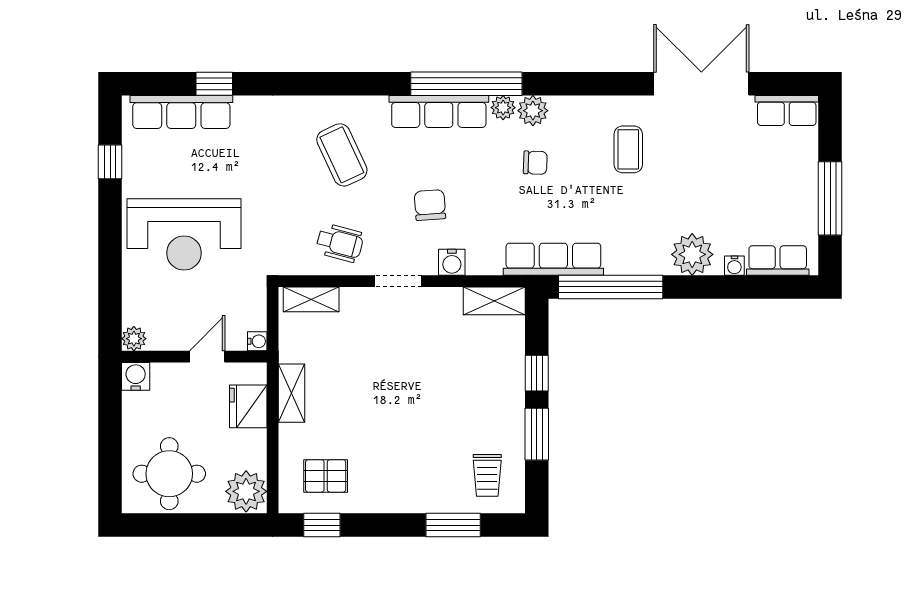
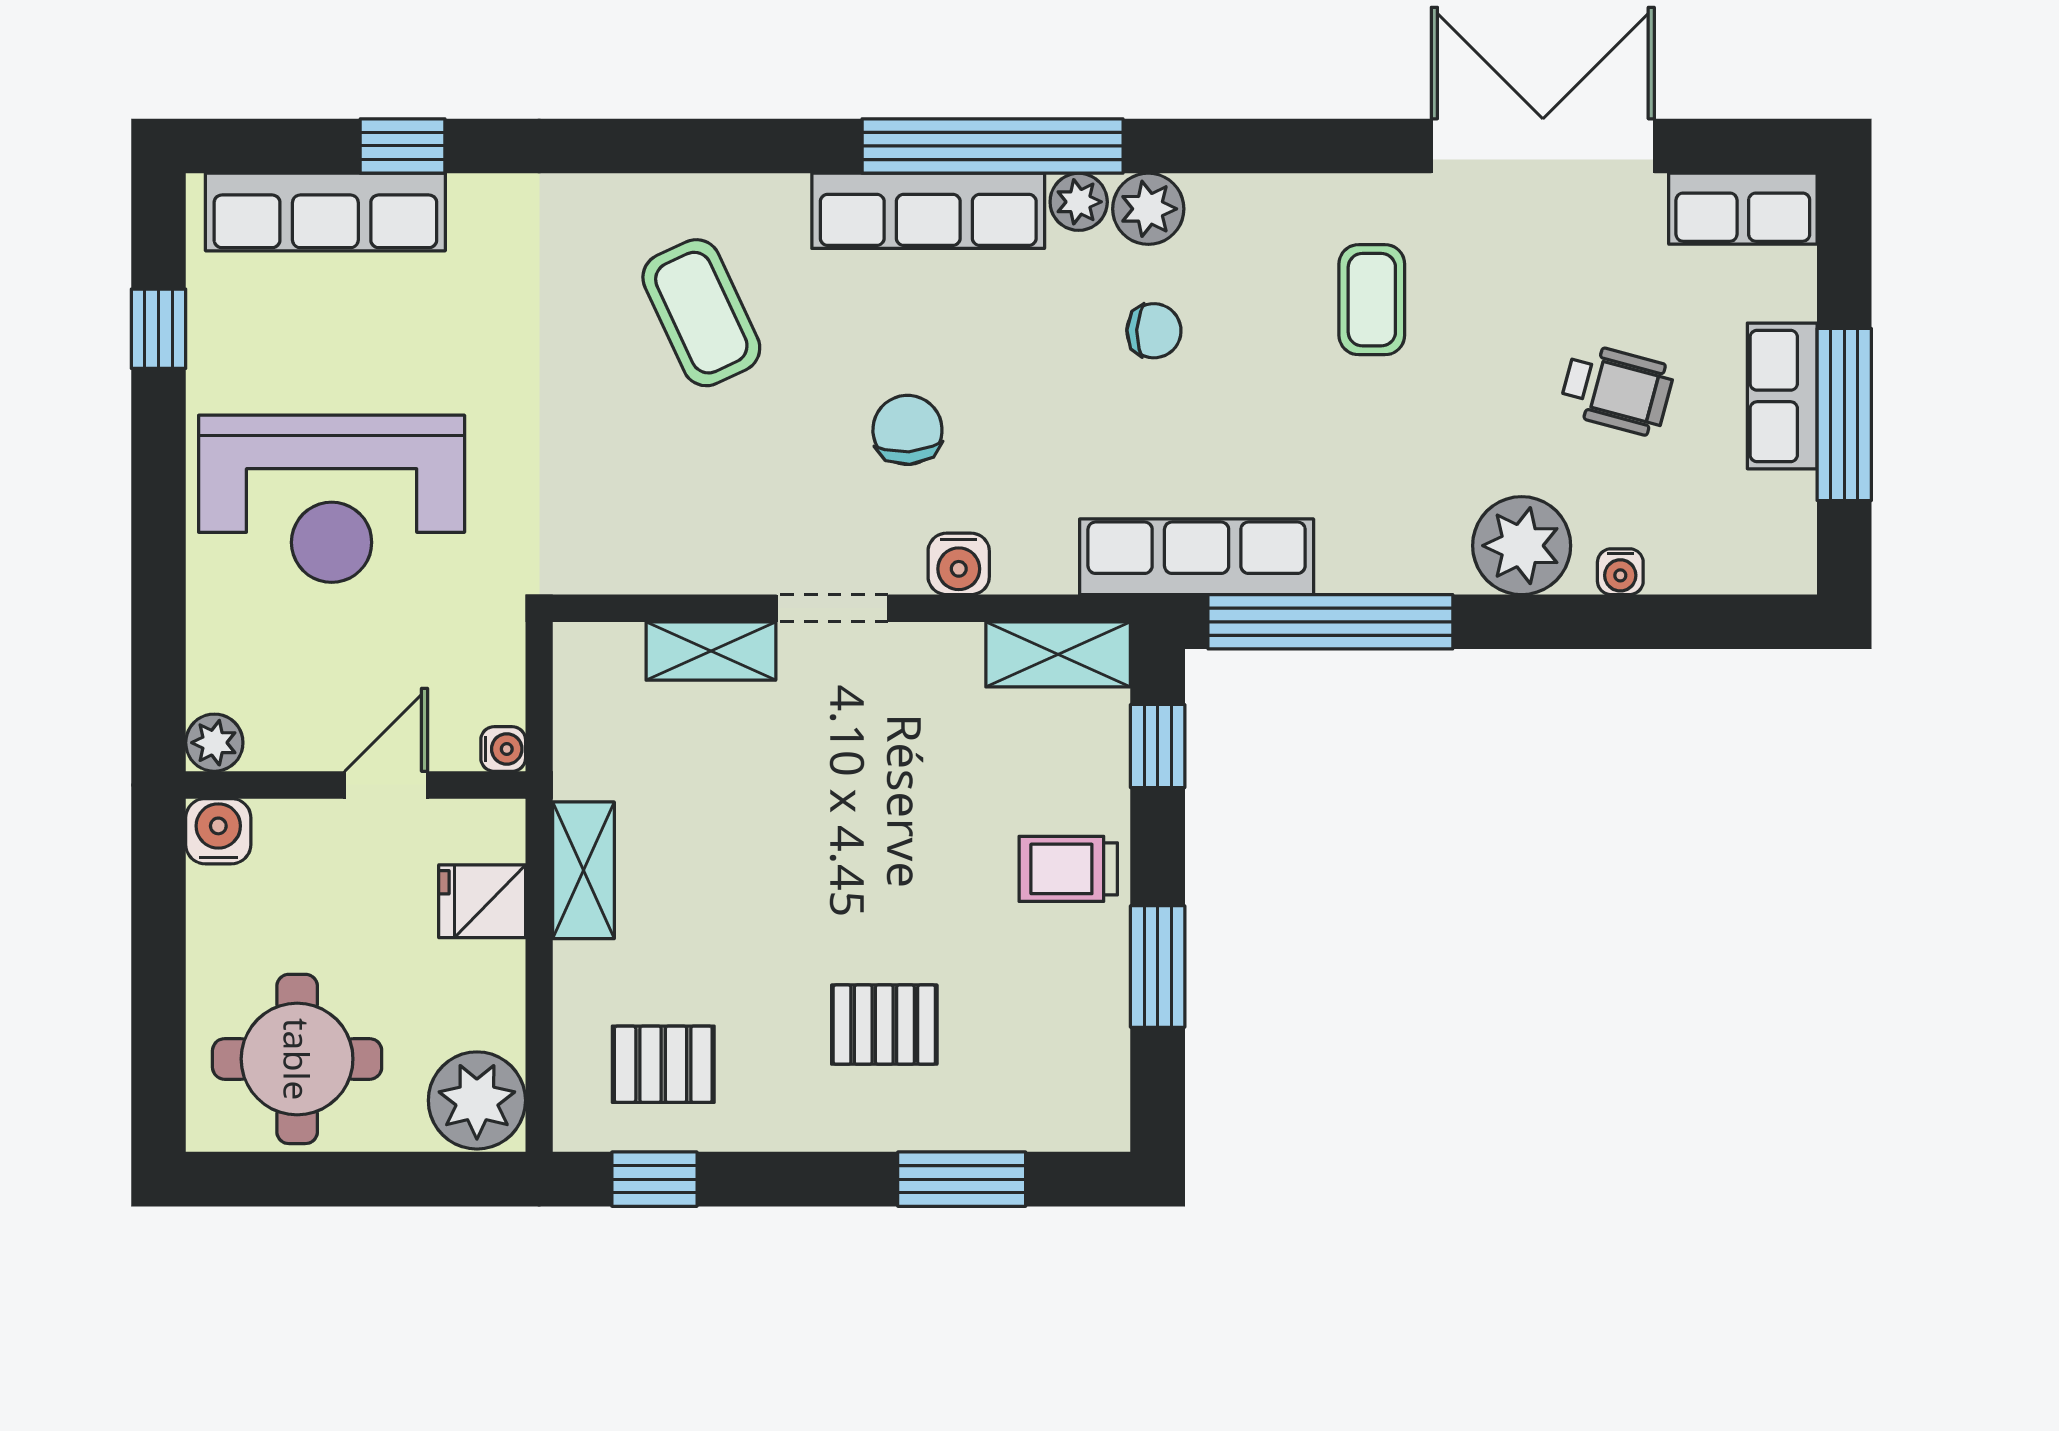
wheelchair: (340, 243) -> (1617, 390), moved
row of seats: (778, 260) -> (1782, 396), moved, turned -90
shelving: (311, 299) -> (711, 651), moved
window: (537, 373) -> (1158, 746), moved
fridge: (248, 406) -> (482, 901), width x0.72
pallet: (420, 459) -> (884, 1025), added
trolley: (487, 475) -> (1068, 869), moved, turned 90

